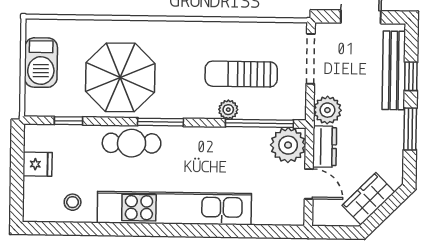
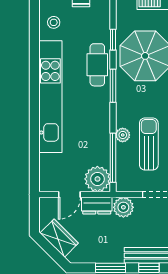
window: (68, 121) -> (113, 40), moved

